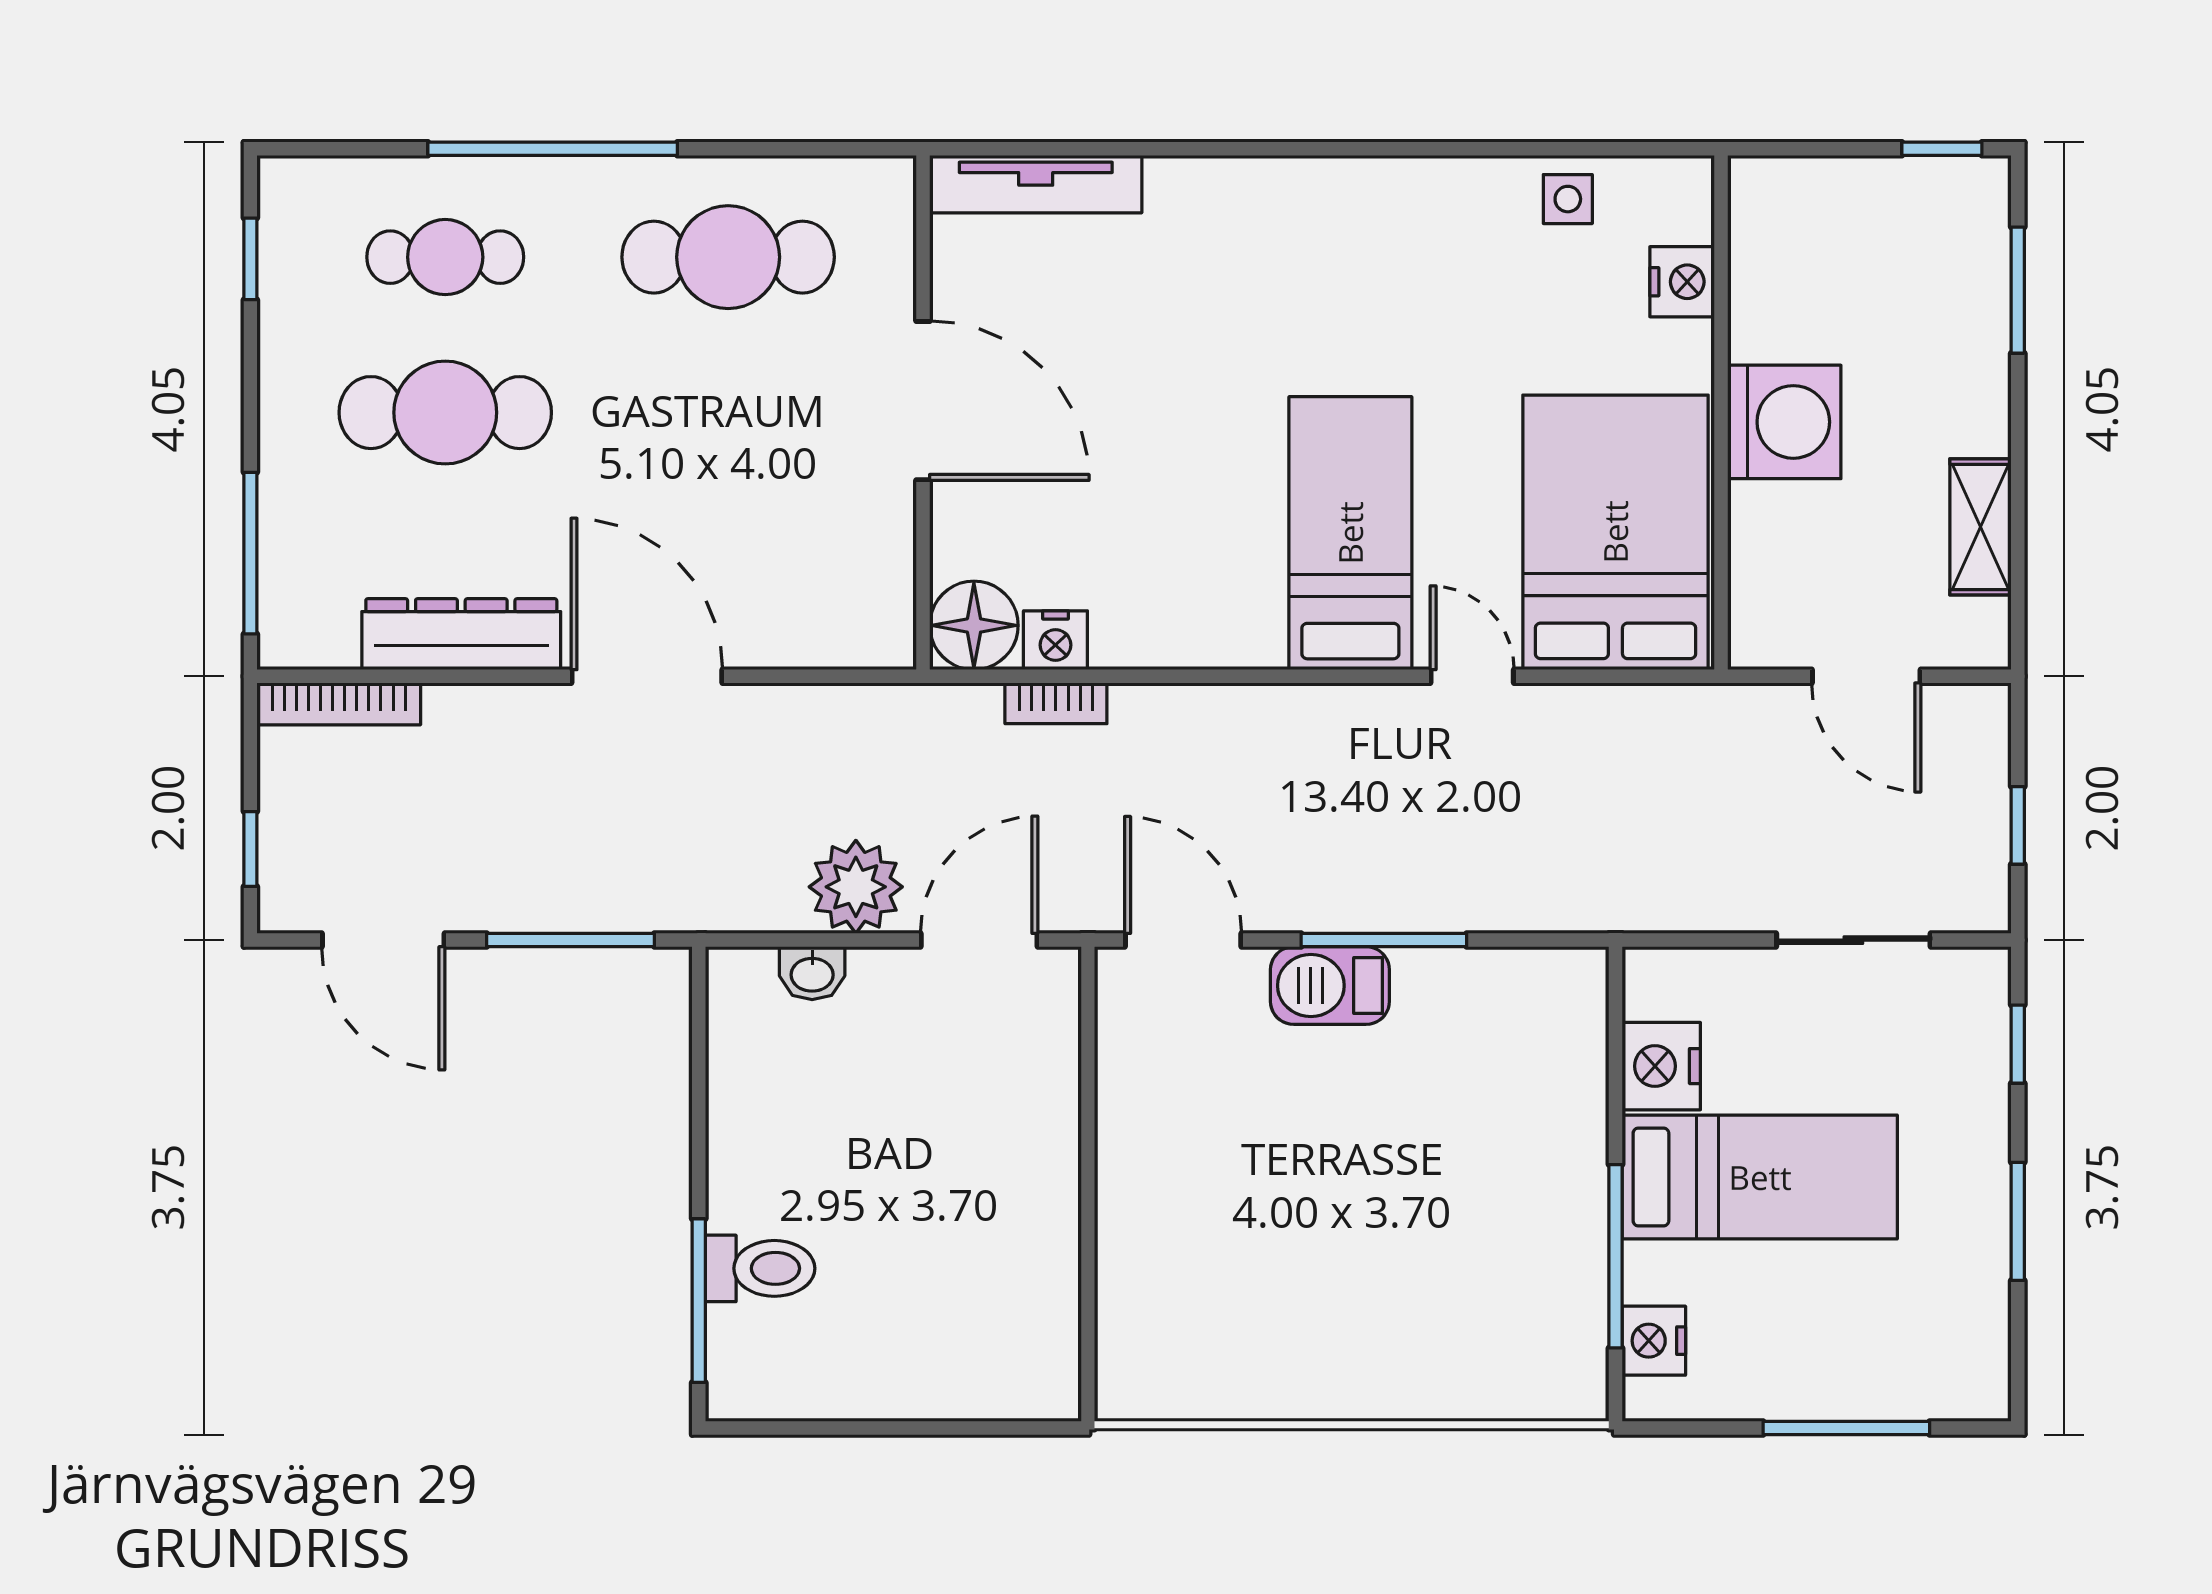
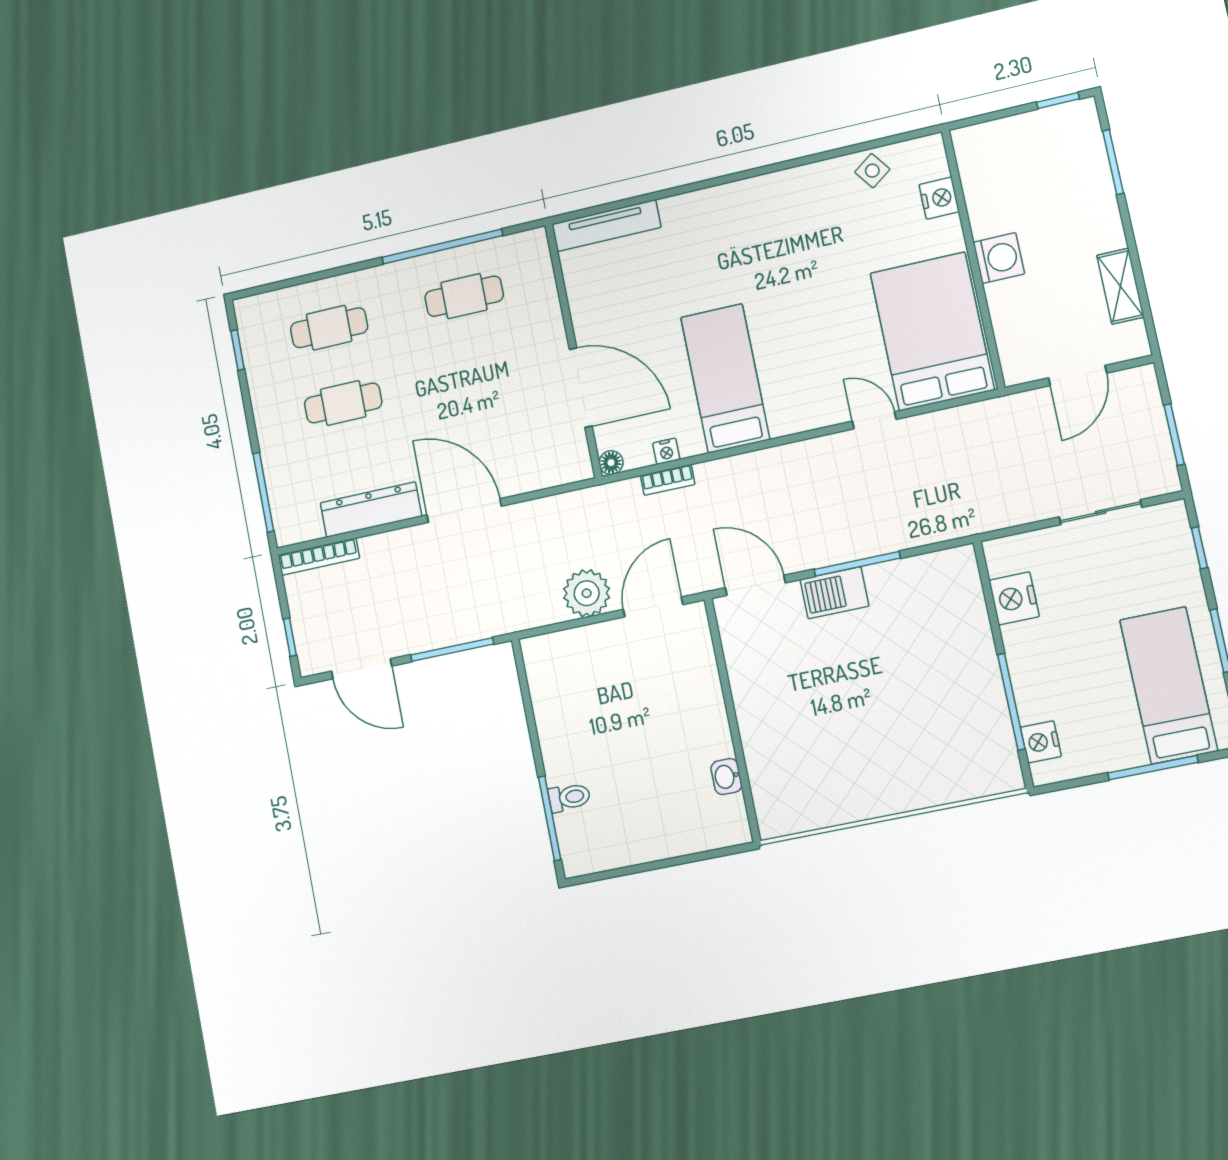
window: (553, 149) -> (442, 246), moved
side table: (1568, 199) -> (872, 171), turned -36
cafe table: (728, 257) -> (464, 296), width x0.73, depth x0.74
door: (923, 401) -> (581, 388), moved
cafe table: (445, 413) -> (343, 403), width x0.73, depth x0.74
washing machine: (1784, 422) -> (999, 258), width x0.73, depth x0.73
bed: (1350, 533) -> (725, 378), moved
floor lamp: (974, 625) -> (611, 463), width x0.53, depth x0.53
nightstand: (1055, 640) -> (666, 451), width x0.72, depth x0.74
door: (1866, 676) -> (1077, 375), hinge flipped
window: (2018, 825) -> (1174, 435), width x1.50
washbasin: (812, 973) -> (726, 777), moved, turned 90
bed: (1760, 1177) -> (1169, 685), moved, turned -90
toilet: (760, 1268) -> (569, 797), width x0.73, depth x0.72

